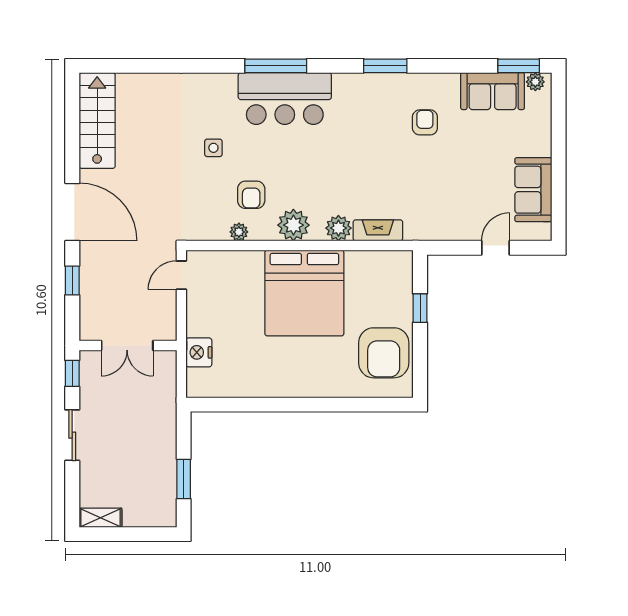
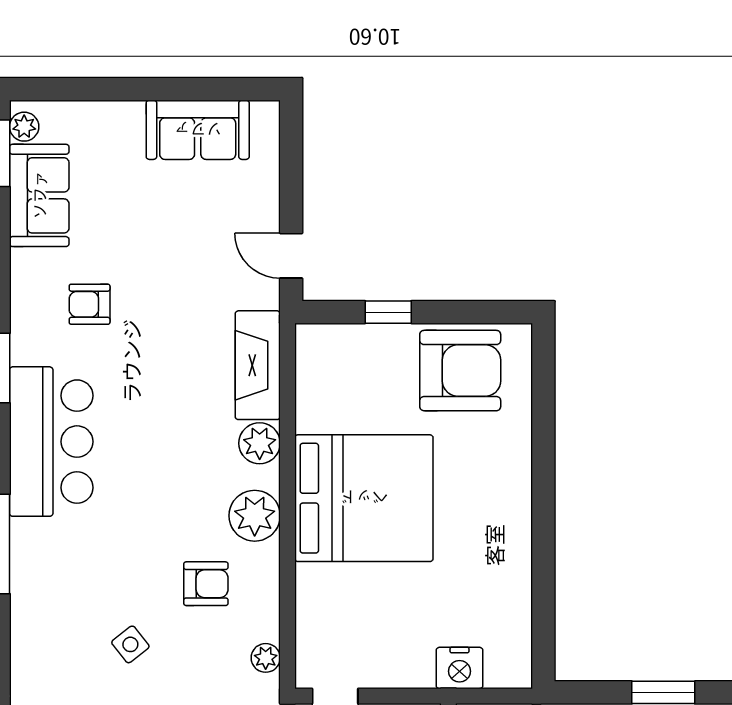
bar counter: (285, 99) -> (51, 442), moved
side table: (213, 148) -> (130, 644), turned -38
fireplace: (378, 230) -> (258, 365), width x1.37, depth x1.32
plant: (239, 232) -> (266, 658), moved
door: (496, 248) -> (291, 256), moved

